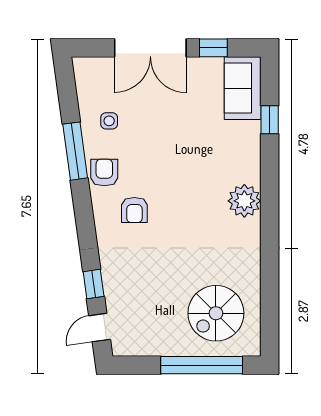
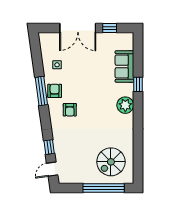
sofa: (243, 88) -> (124, 66), moved
window: (270, 120) -> (138, 84), moved
window: (75, 151) -> (41, 91), moved

